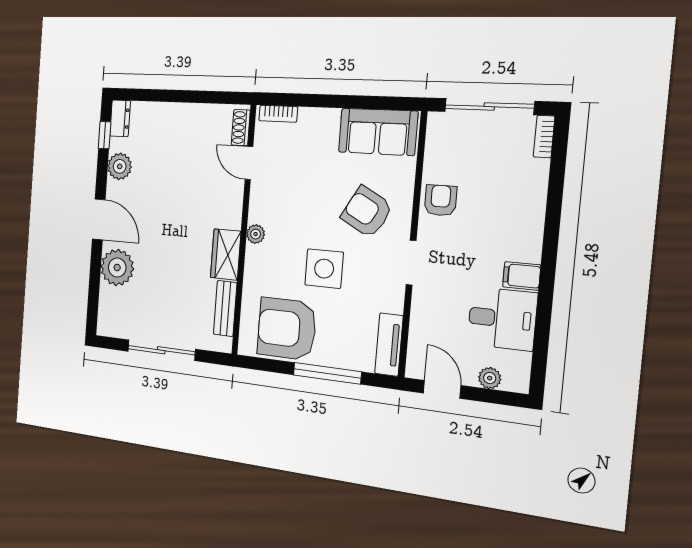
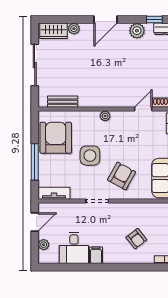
armchair: (440, 200) -> (136, 239), moved, turned 52
wardrobe: (226, 255) -> (54, 31), moved, turned 180
plant: (117, 268) -> (74, 29), width x0.53, depth x0.53

